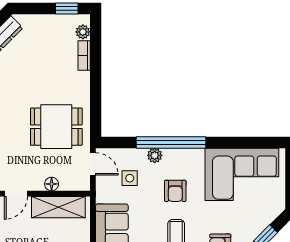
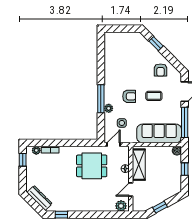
dining table: (56, 127) -> (92, 166), turned 90
window: (171, 142) -> (101, 99), width x0.68
corner sofa: (242, 174) -> (120, 57), removed
door: (16, 194) -> (131, 189), swing flipped

